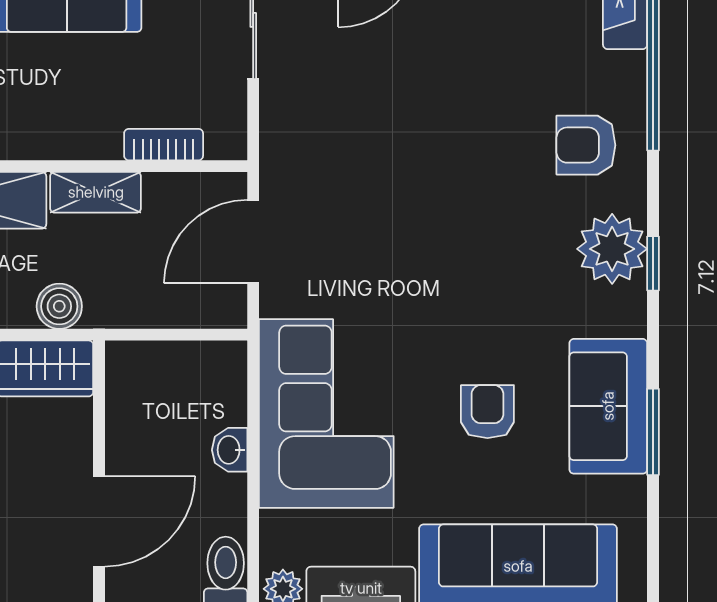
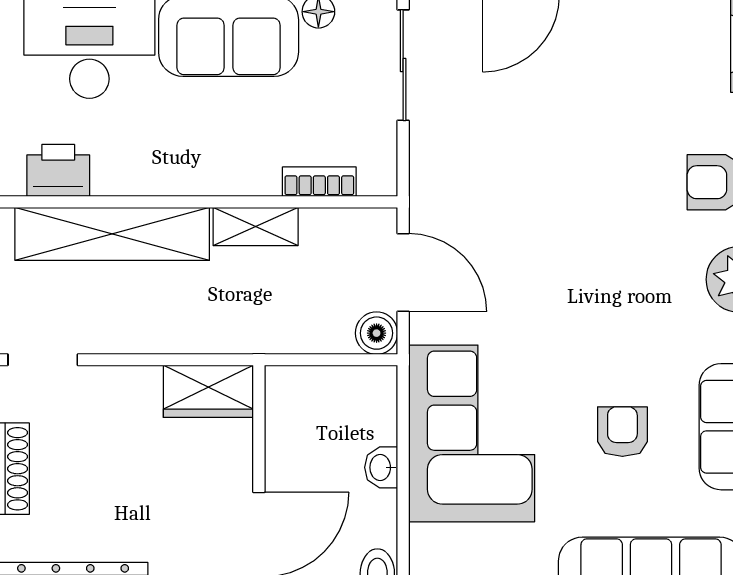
door: (253, 242) -> (403, 273), swing flipped
boiler: (59, 306) -> (377, 333), moved

